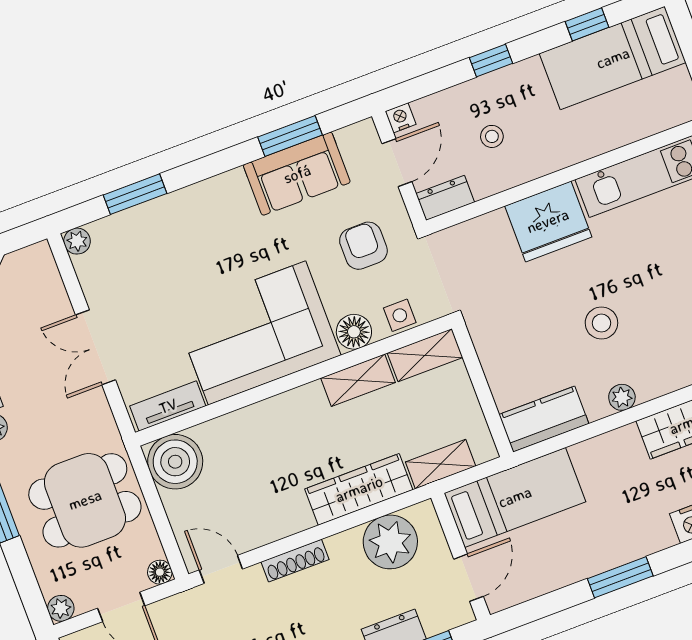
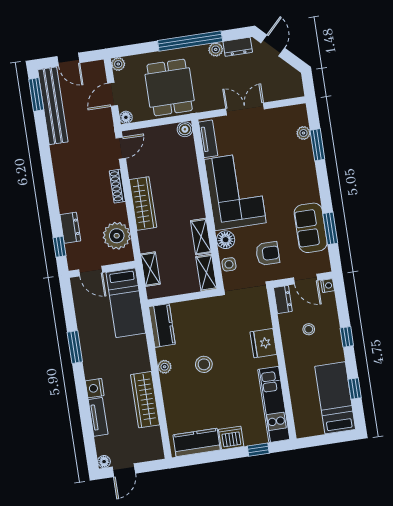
fridge: (548, 221) -> (263, 343), width x0.73, depth x0.75
plant: (77, 241) -> (303, 133), moved
boiler: (175, 462) -> (185, 129), width x0.54, depth x0.54
wardrobe: (359, 489) -> (143, 203), moved

